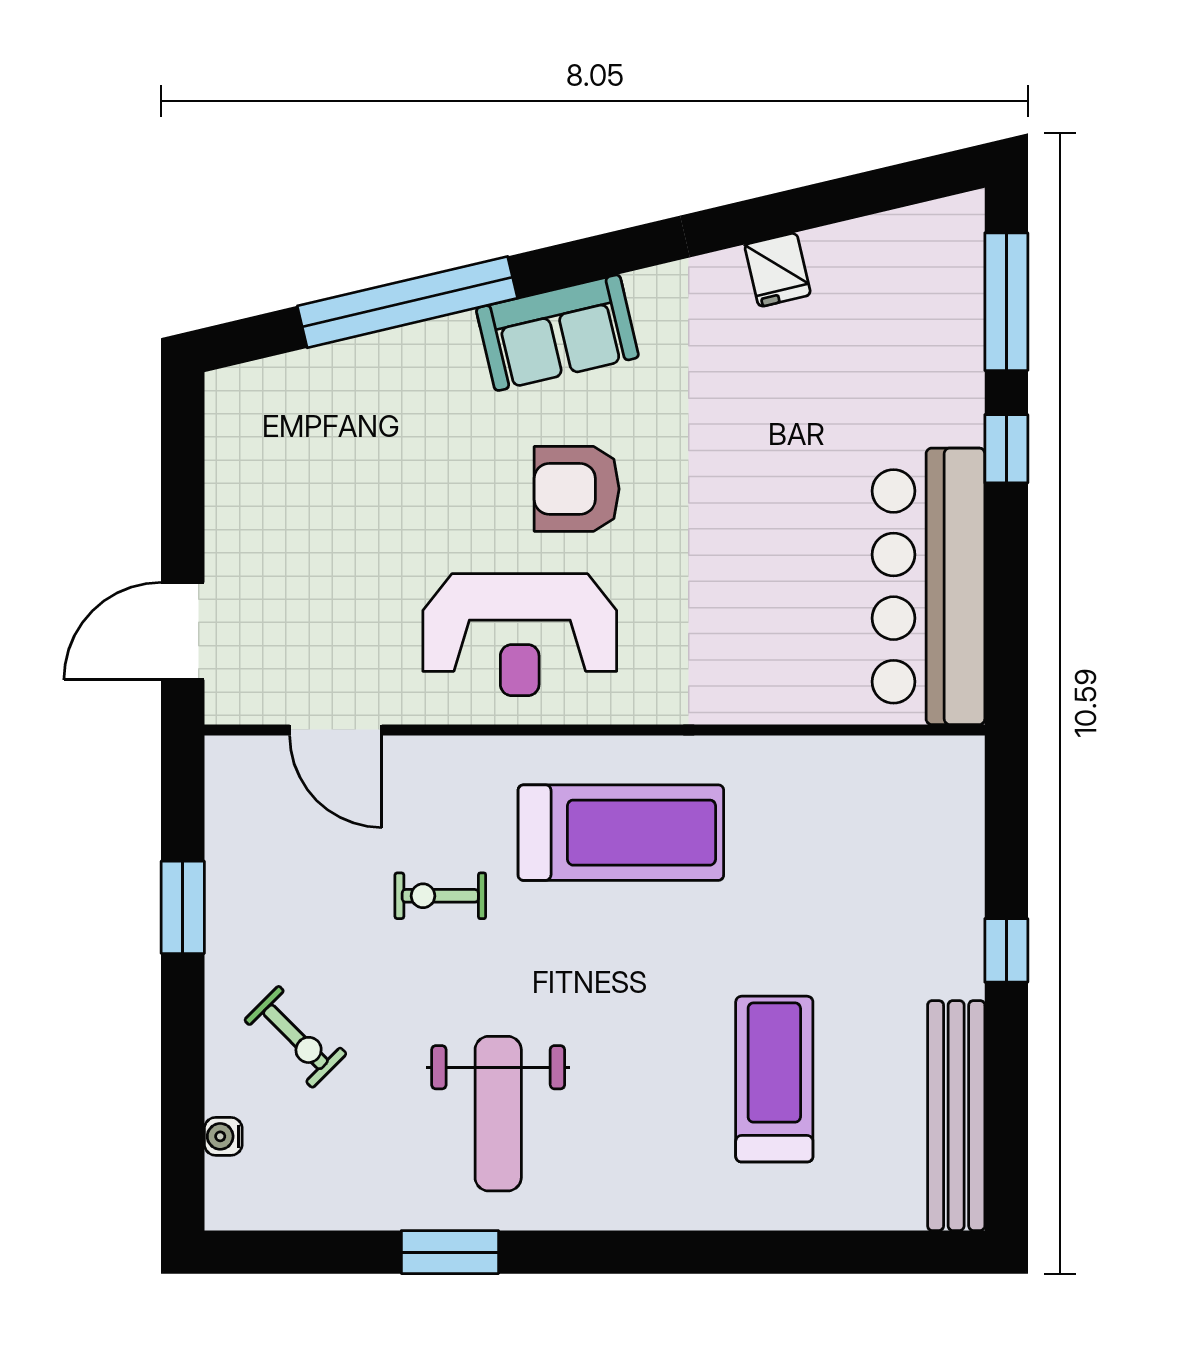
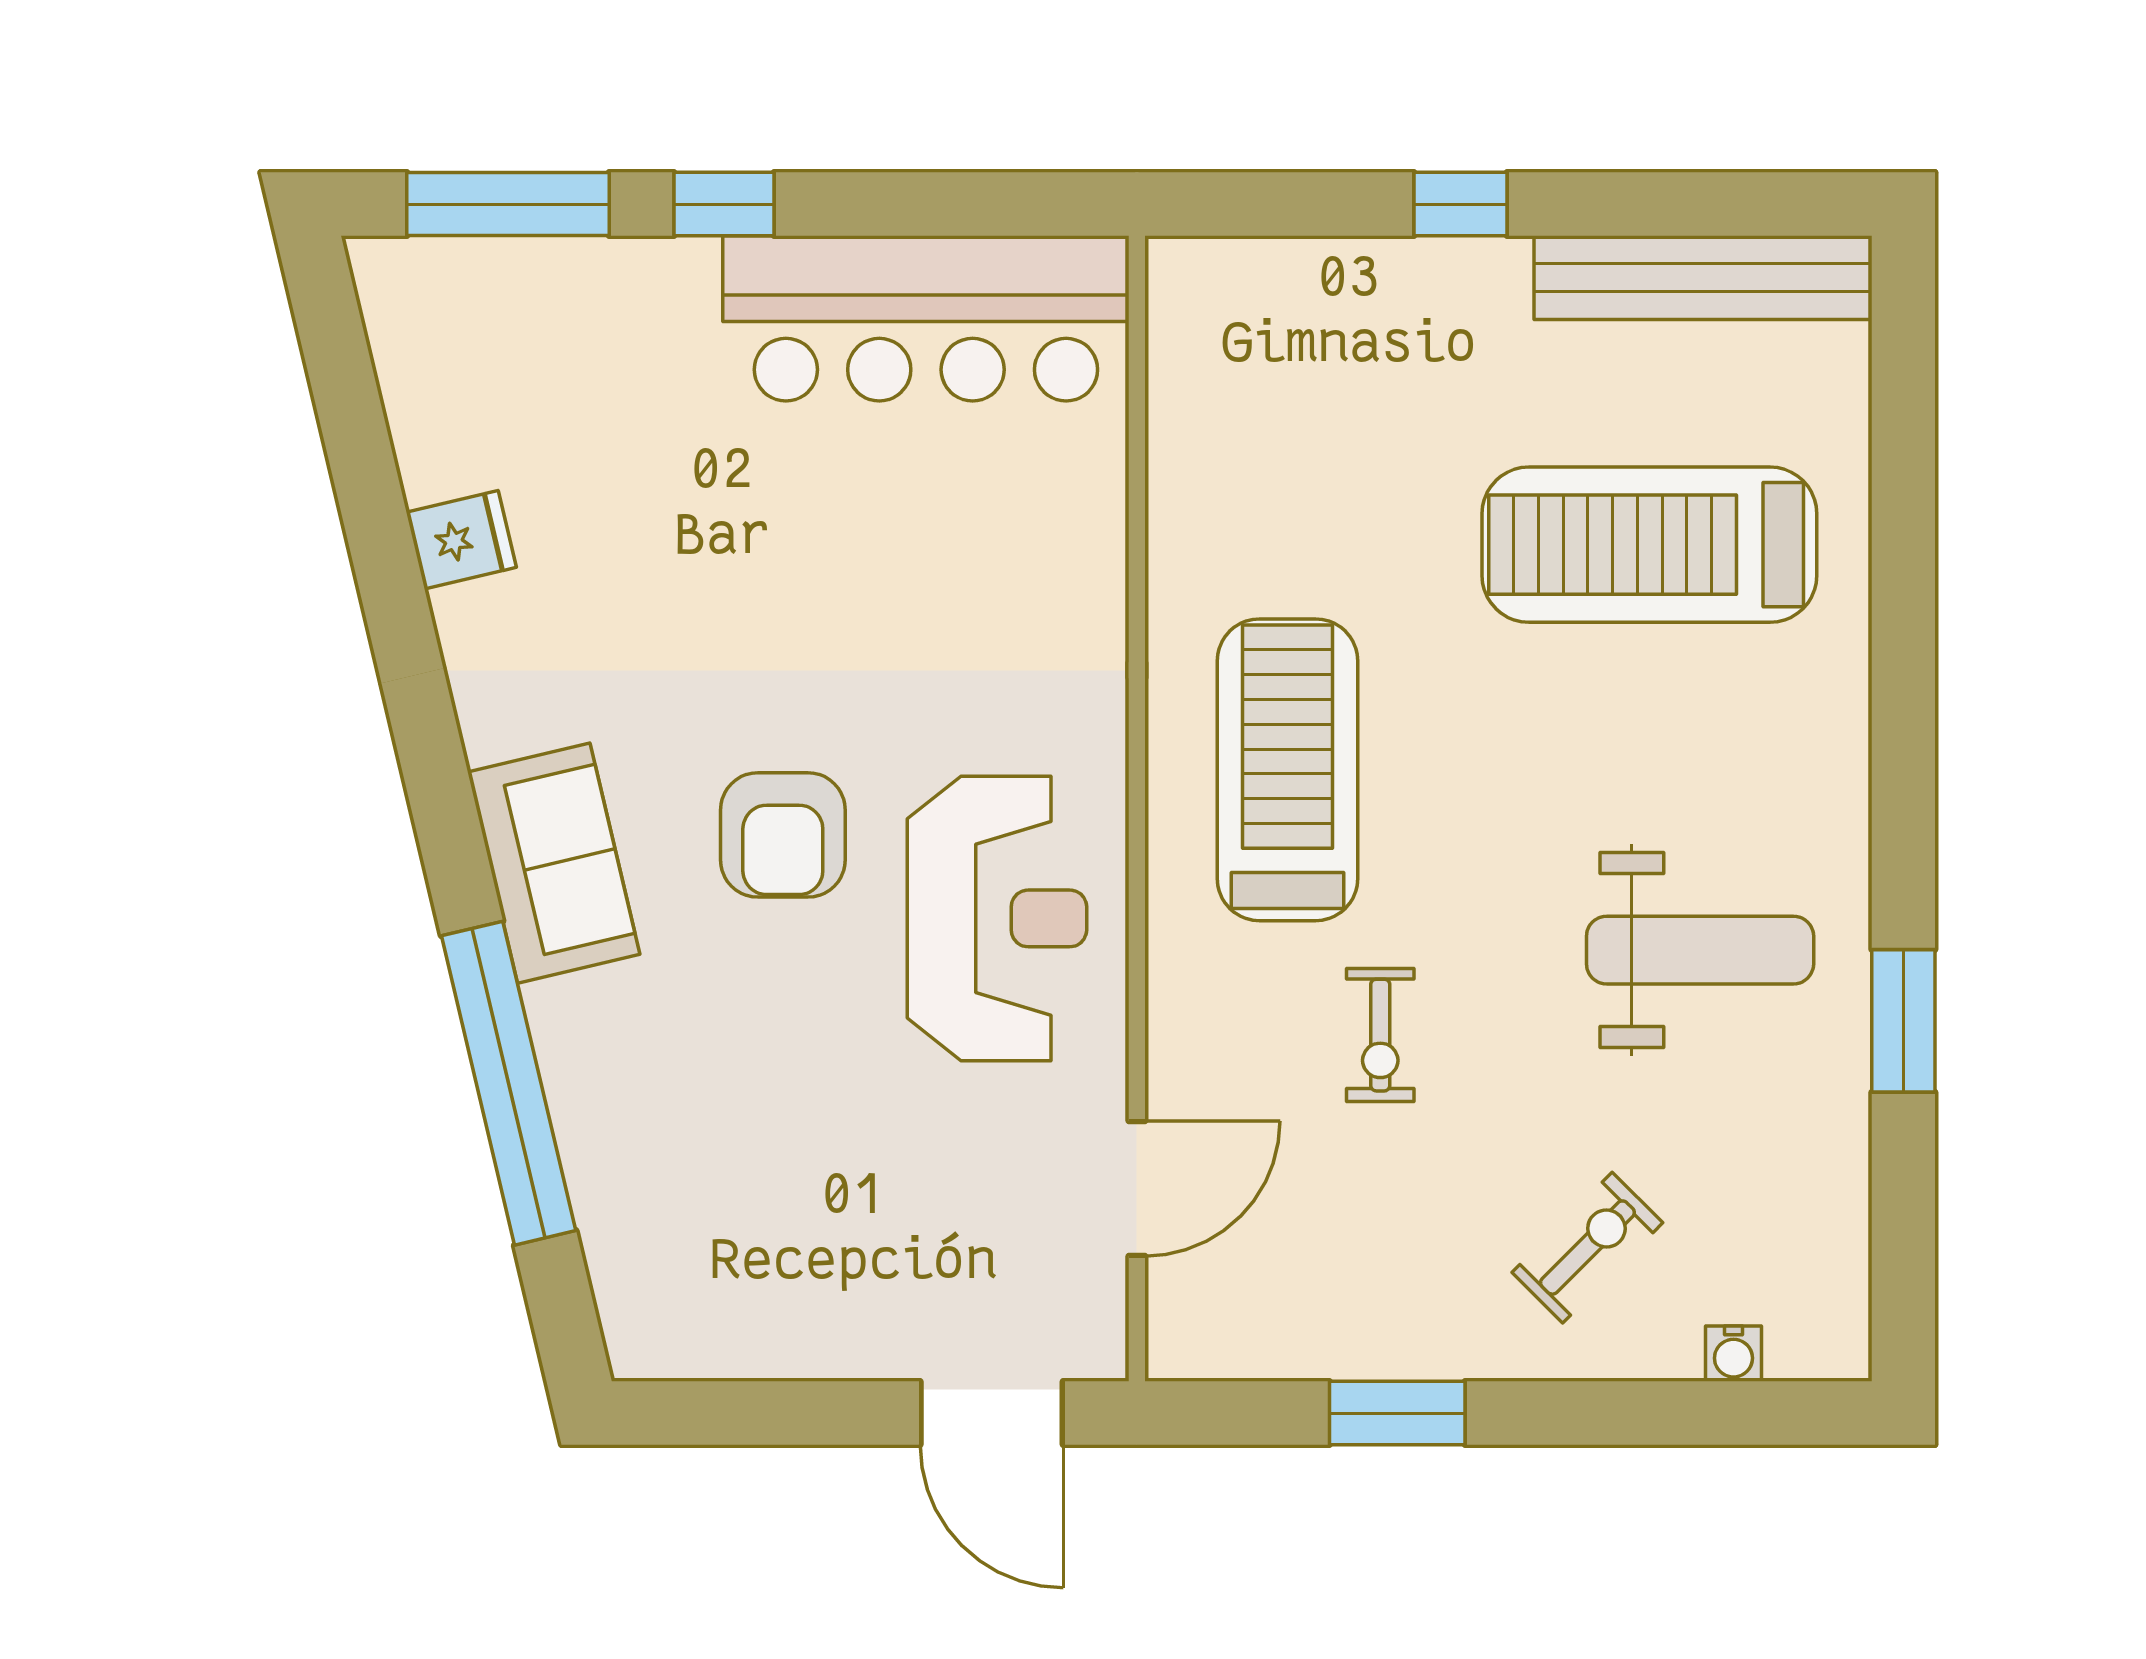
treadmill: (774, 1079) -> (1649, 545), width x1.37, depth x1.38

